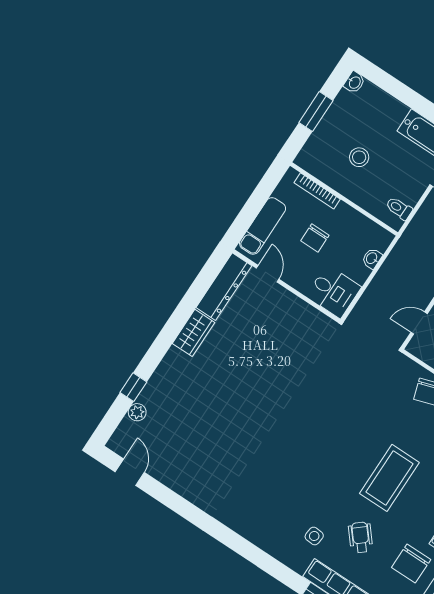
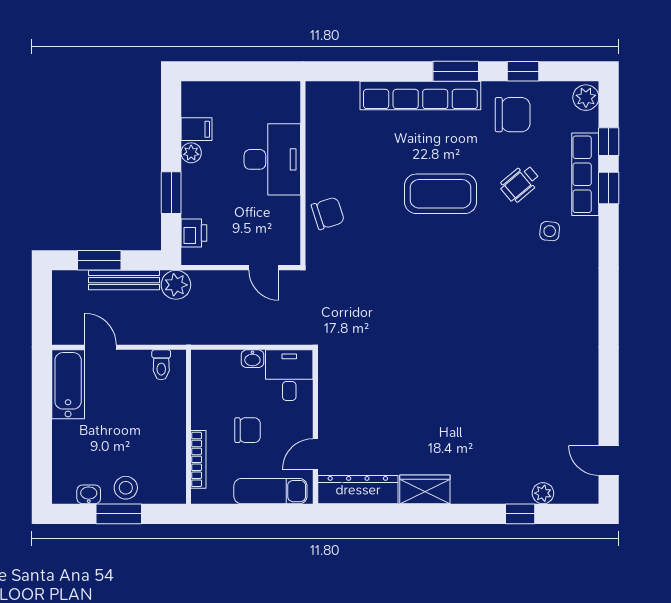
washbasin: (354, 82) -> (89, 494), moved
stool: (359, 157) -> (126, 488), moved
washbasin: (372, 258) -> (252, 359), moved
door: (130, 472) -> (609, 461), hinge flipped

